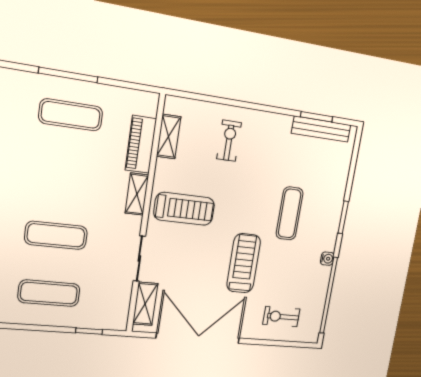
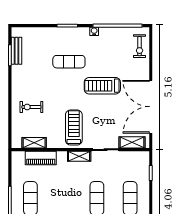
bench: (321, 129) -> (16, 51), width x0.73
shelving: (137, 194) -> (79, 156), moved
exercise bike: (281, 317) -> (140, 46), moved

